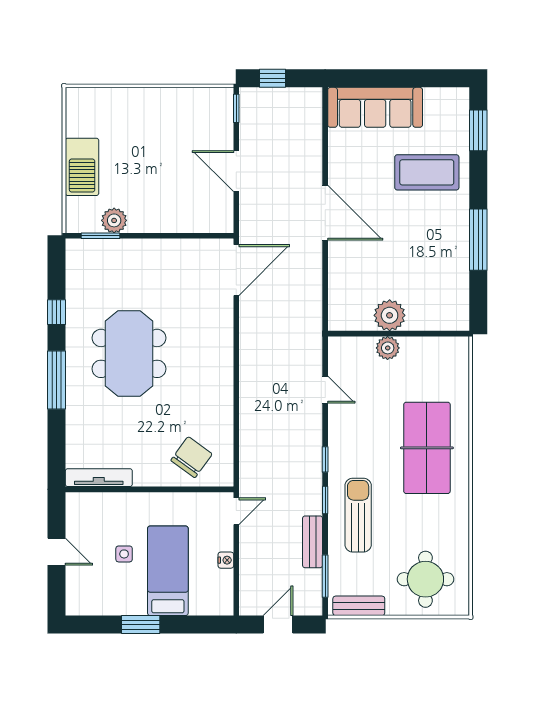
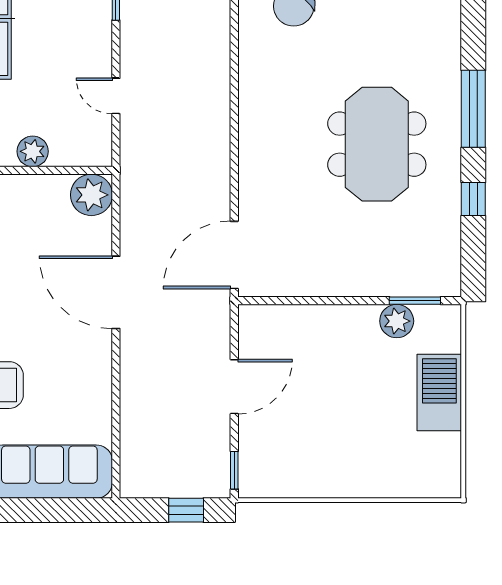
door: (236, 171) -> (234, 387), hinge flipped
door: (325, 213) -> (116, 292), moved
plant: (390, 315) -> (91, 195), moved

